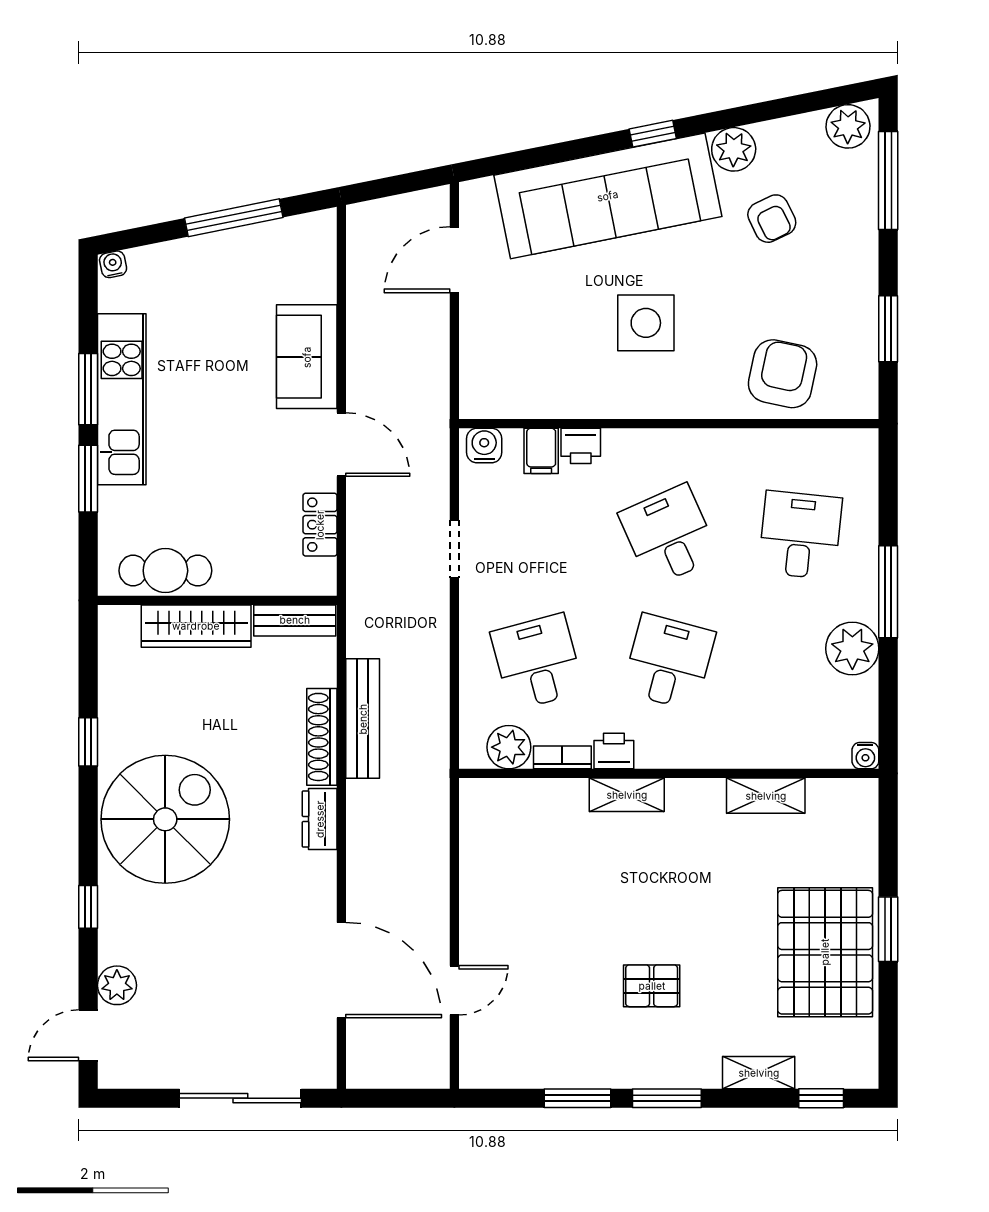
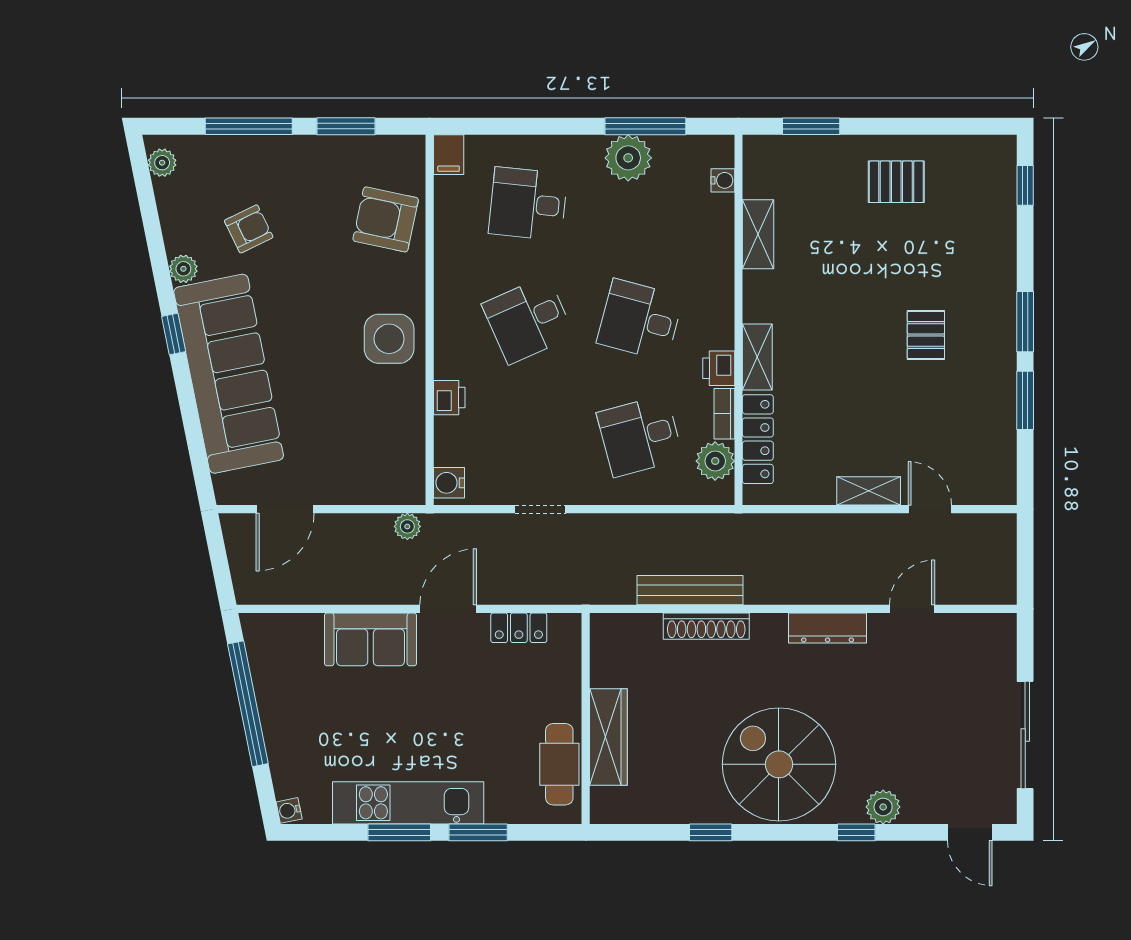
plant: (848, 126) -> (162, 163), width x0.73, depth x0.73
plant: (734, 149) -> (183, 269), width x0.73, depth x0.73
window: (888, 180) -> (249, 126), moved
window: (234, 218) -> (248, 704), width x1.46
door: (454, 260) -> (285, 509), hinge flipped
side table: (646, 323) -> (389, 339), moved
plant: (435, 398) -> (407, 526), added
filing cabinet: (541, 451) -> (449, 155), moved, turned 90
window: (888, 592) -> (645, 126), moved
bench: (295, 620) -> (603, 650), removed
water cooler: (865, 756) -> (723, 180), moved
locker: (534, 795) -> (758, 439), added
dresser: (320, 819) -> (828, 628), moved, width x1.44
window: (888, 929) -> (811, 126), moved
pallet: (825, 952) -> (896, 182), width x0.49, depth x0.50
door: (341, 970) -> (912, 609), width x0.53
plant: (117, 985) -> (883, 807), moved
shelving: (759, 1073) -> (869, 491), moved, turned 90
sliding door: (240, 1098) -> (1025, 735), moved

